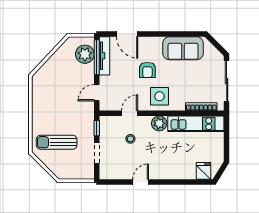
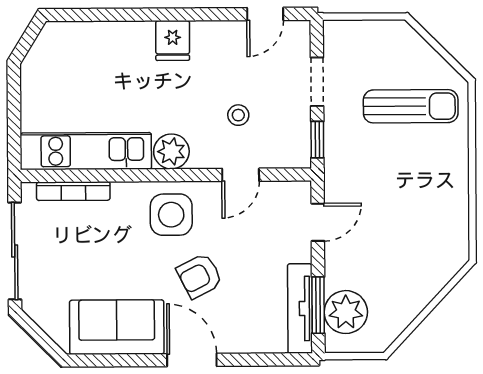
door: (127, 34) -> (192, 360), moved
window: (97, 57) -> (318, 305), width x0.69
armchair: (147, 70) -> (200, 276), turned -117
fridge: (203, 171) -> (173, 41), moved
door: (141, 182) -> (265, 14), moved

